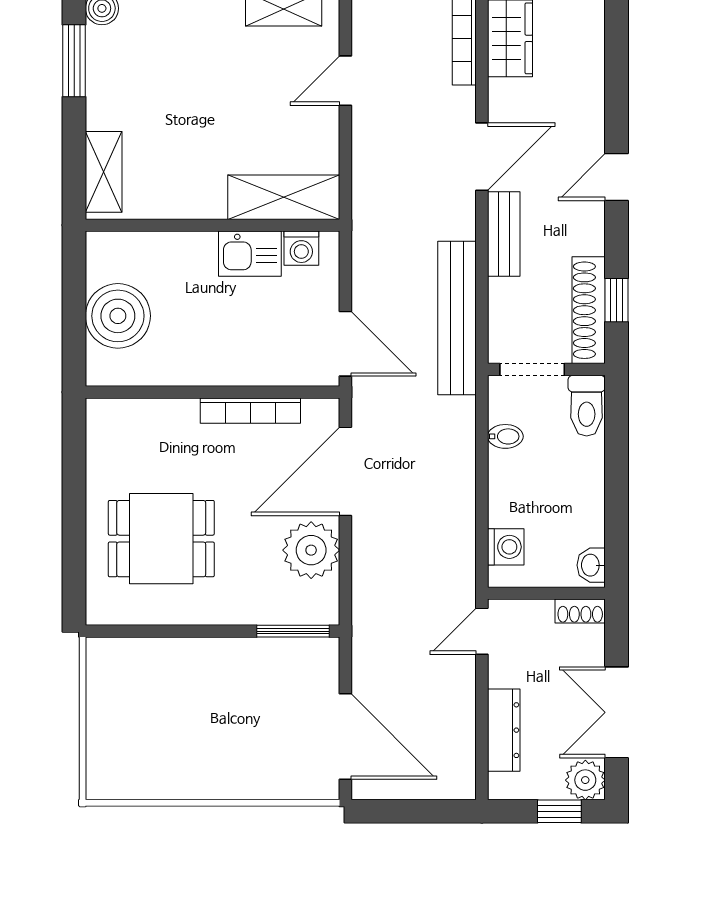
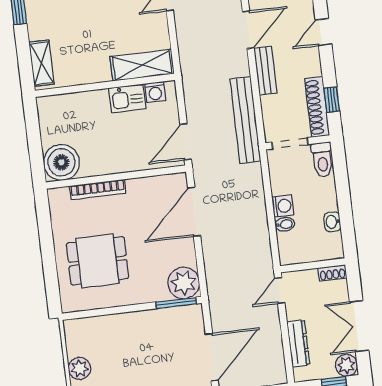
boiler: (118, 316) -> (61, 162), moved
door: (345, 344) -> (186, 142), swing flipped
bookcase: (250, 411) -> (98, 190), moved
bidet: (505, 436) -> (285, 224), moved
washing machine: (506, 547) -> (283, 206), moved
plant: (311, 550) -> (184, 283), moved
washbasin: (591, 565) -> (332, 222), moved
plant: (106, 728) -> (79, 368), added
door: (345, 737) -> (212, 357), hinge flipped

